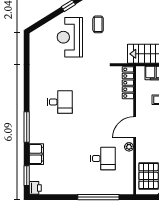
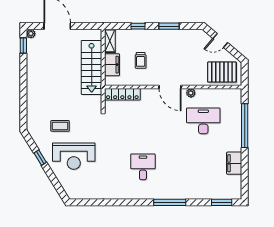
filing cabinet: (36, 154) -> (234, 163), moved, turned -90
desk: (103, 158) -> (203, 121), width x1.37
printer: (35, 188) -> (235, 193), removed

